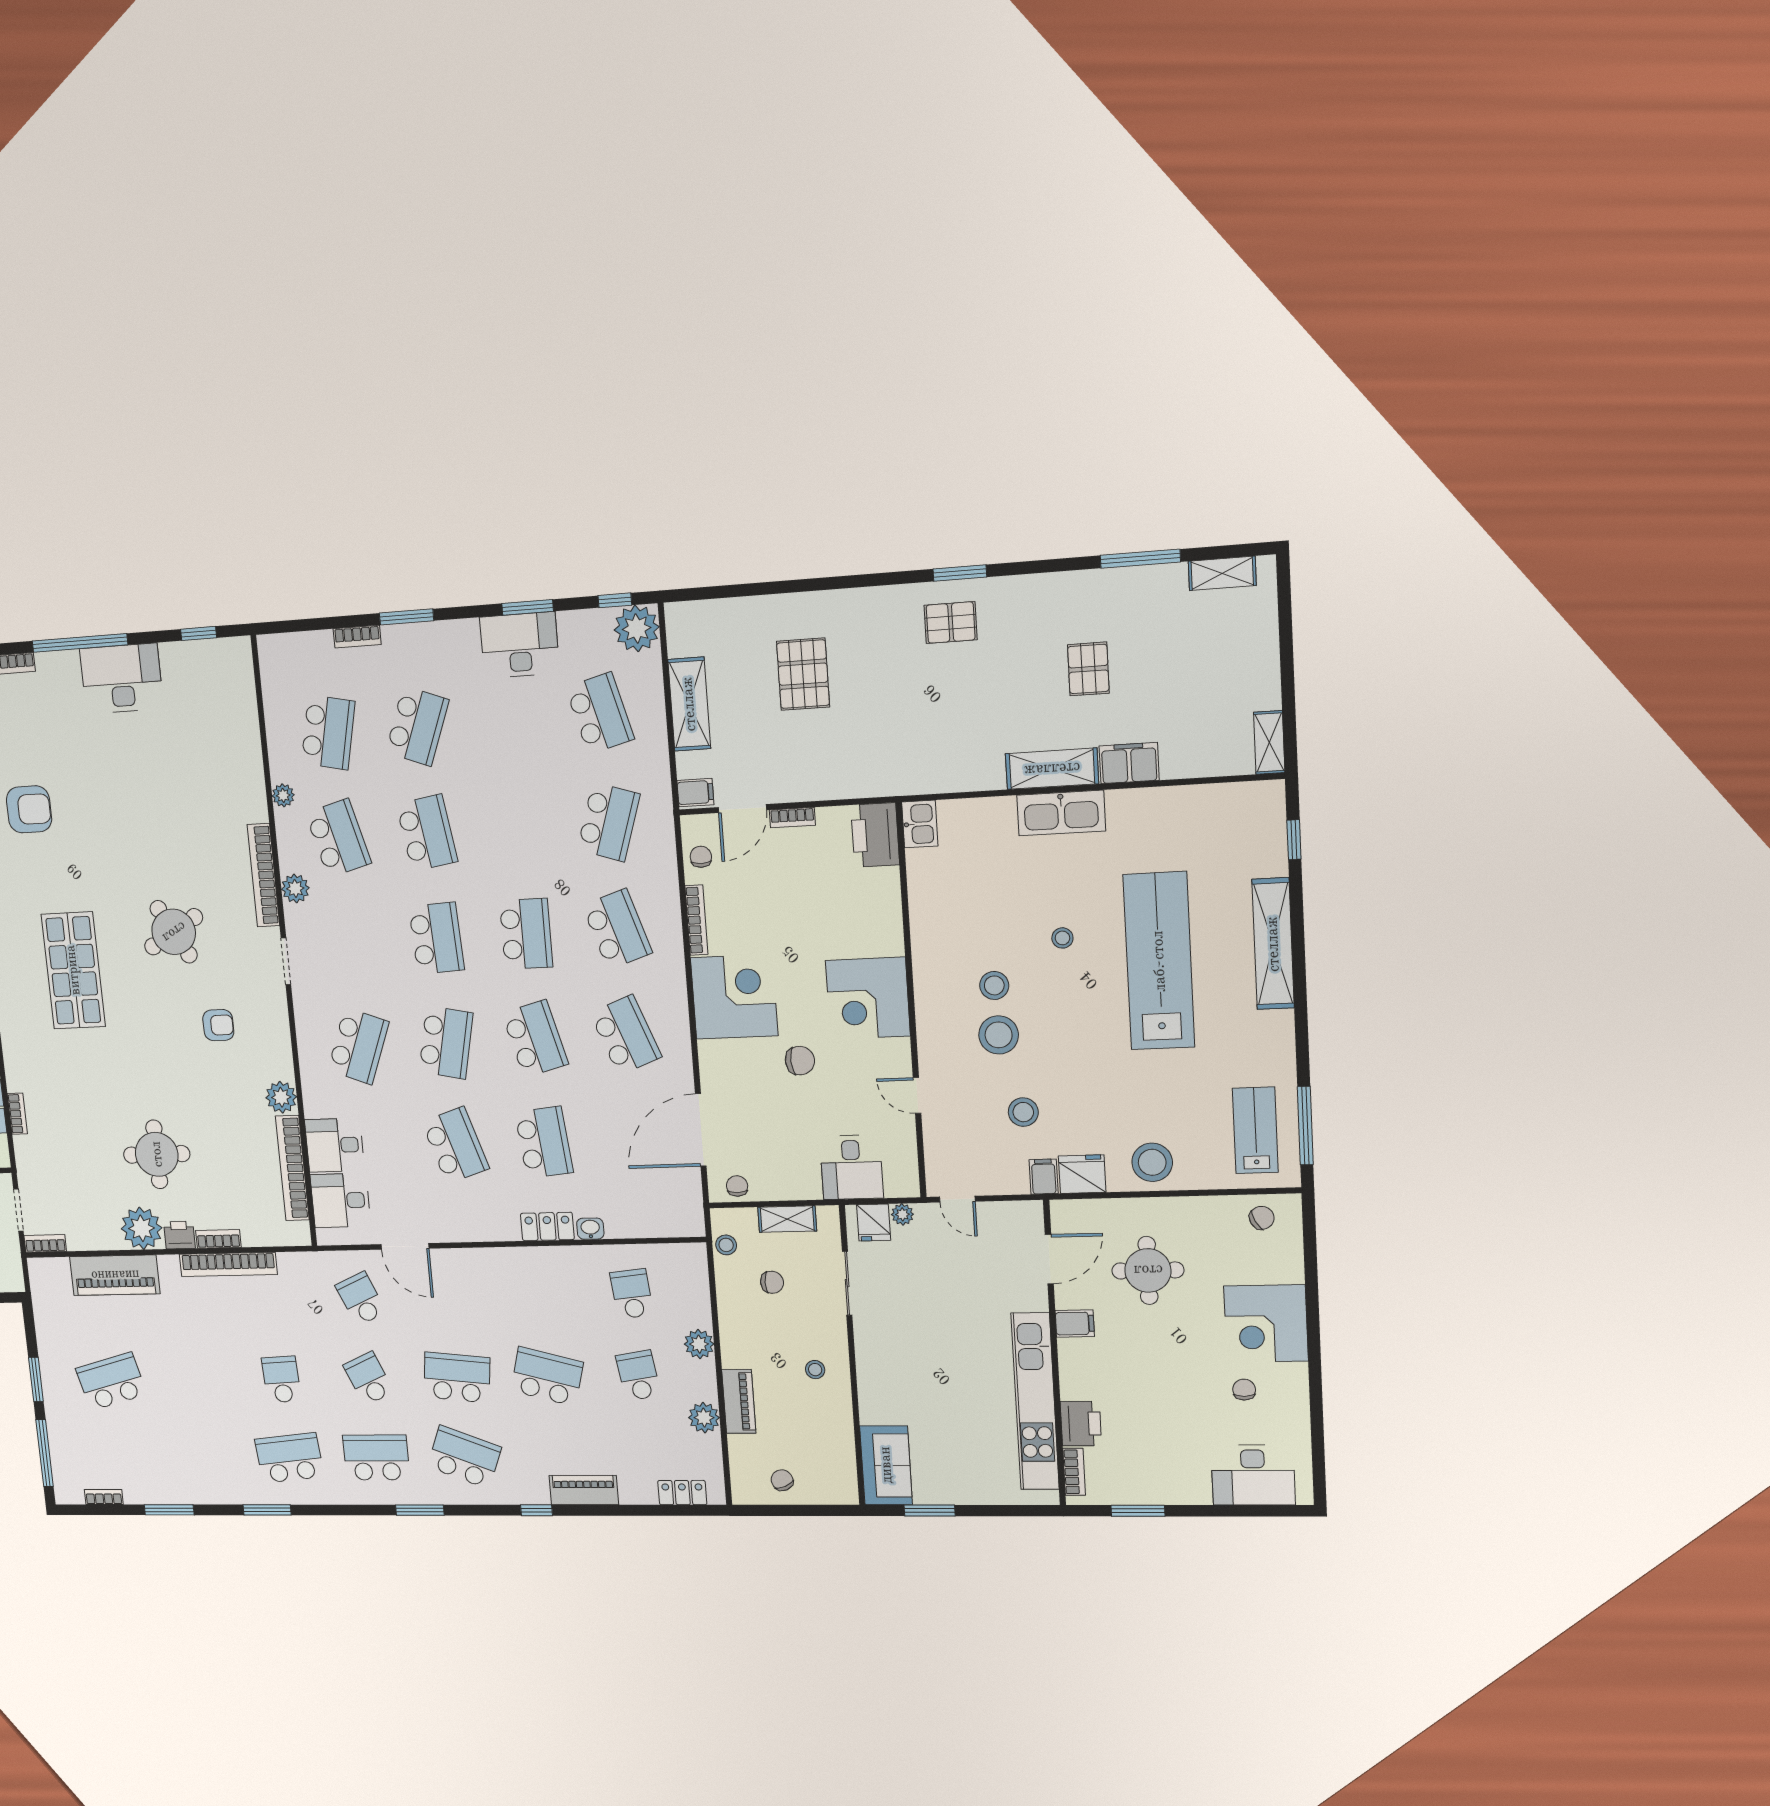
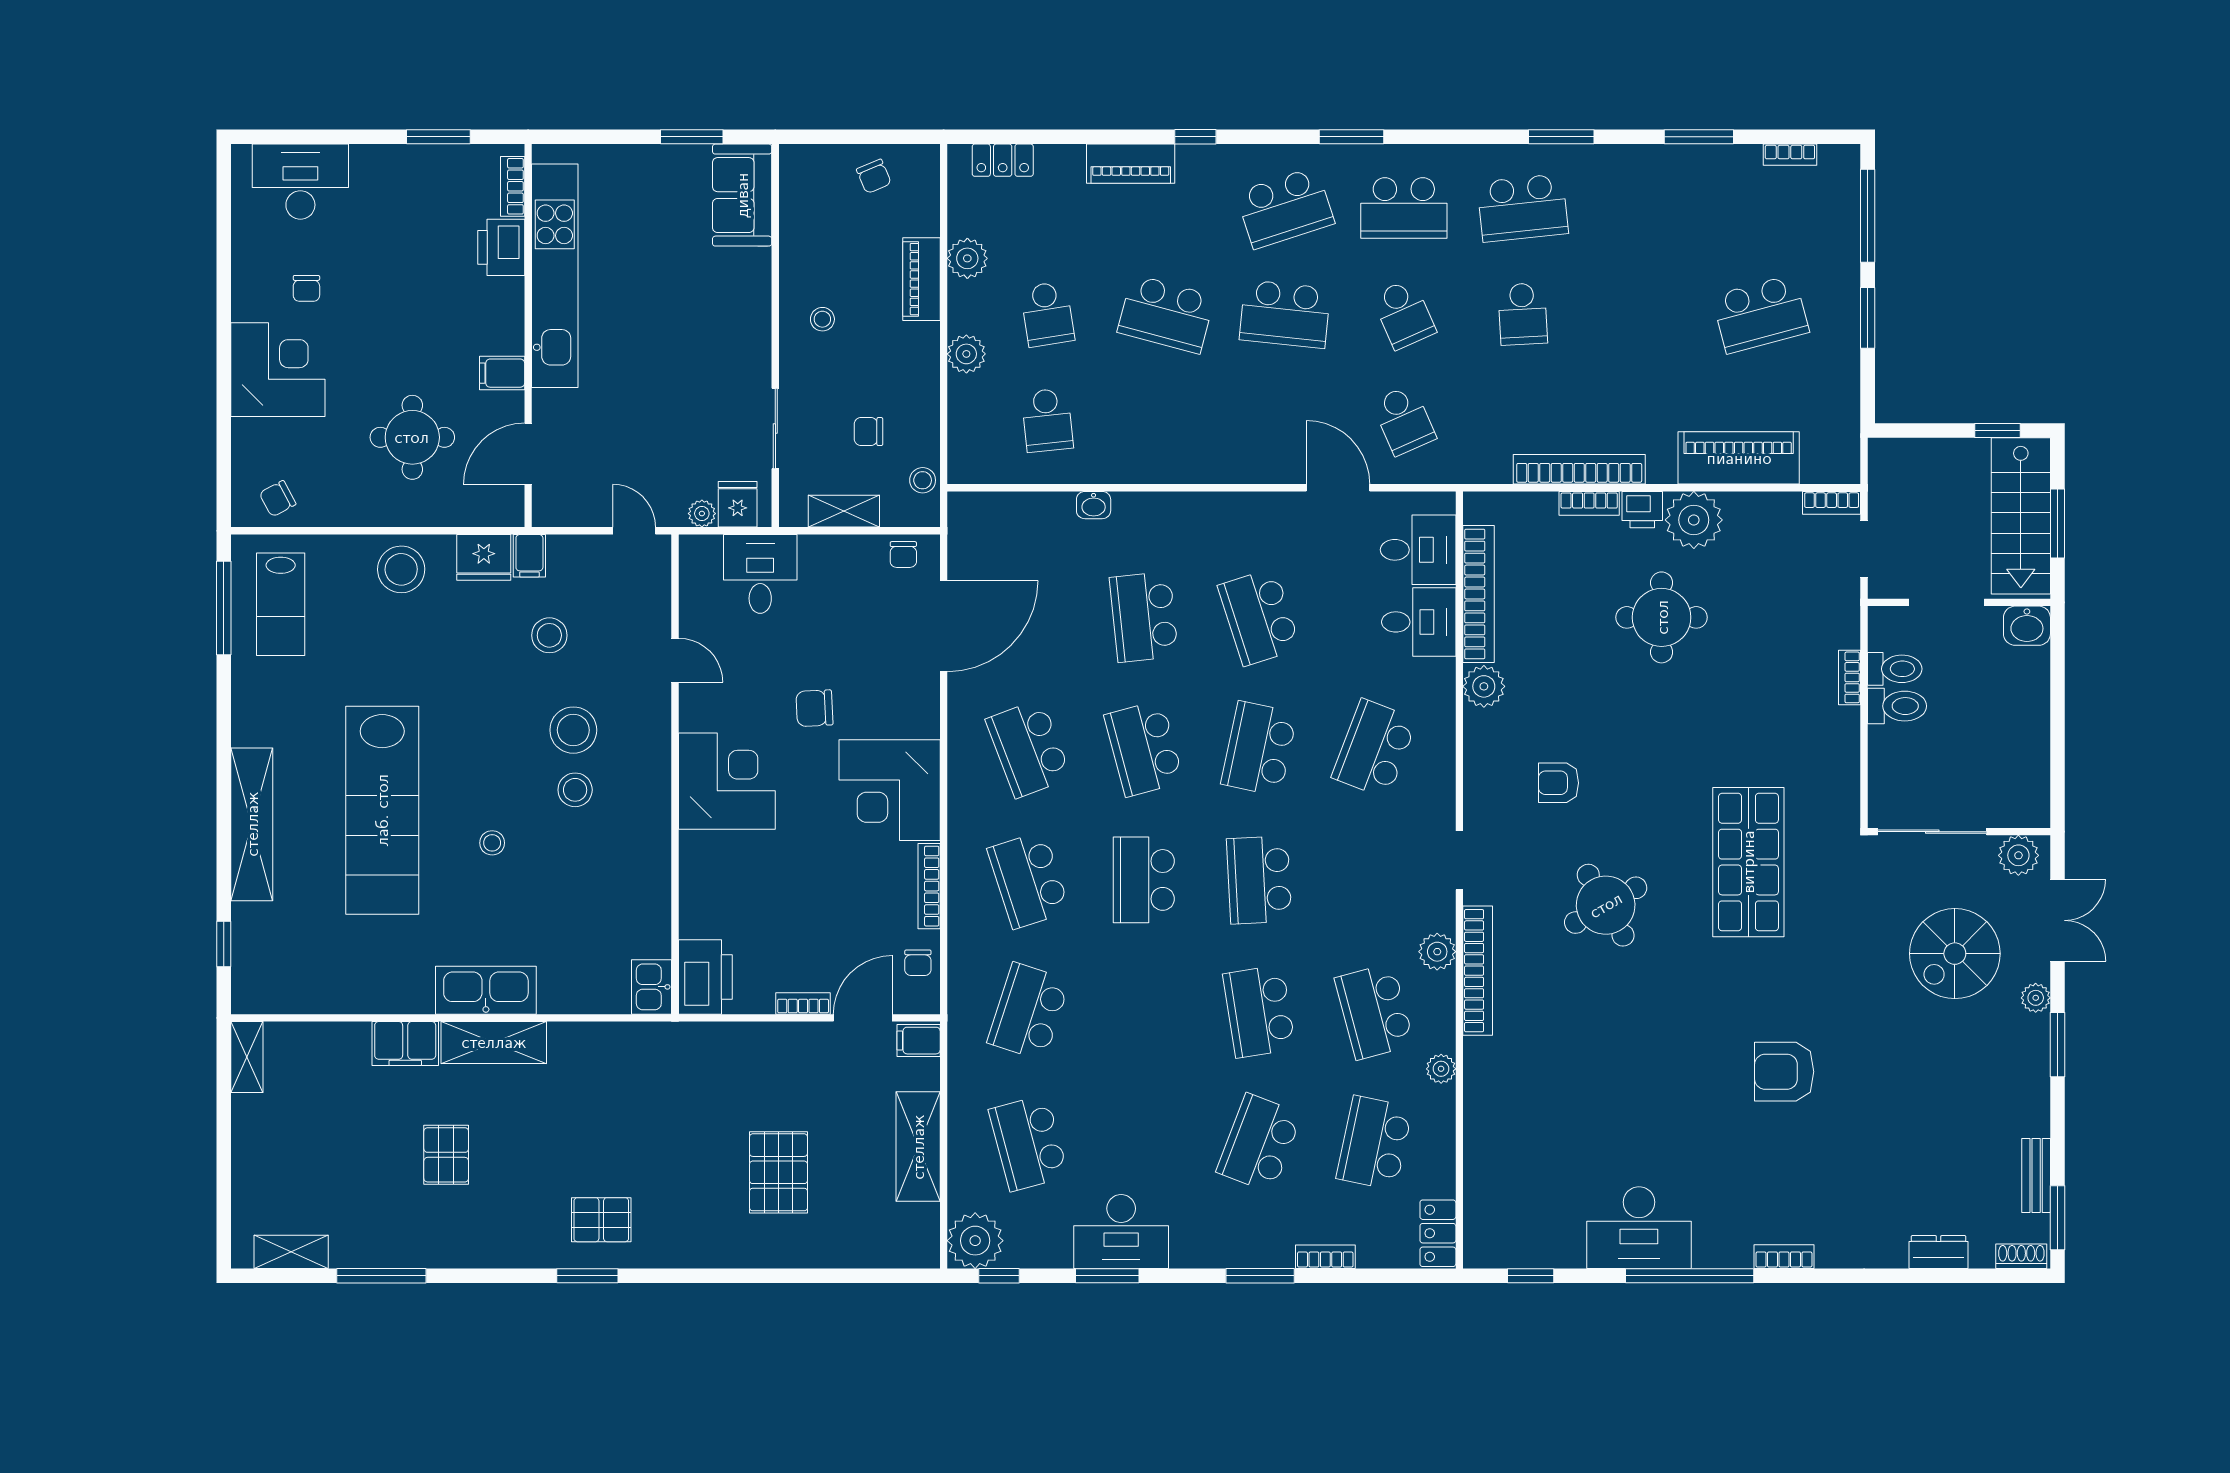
locker: (547, 1226) -> (1438, 1233), moved, turned 90
school desk: (464, 1457) -> (1285, 208), turned -39

